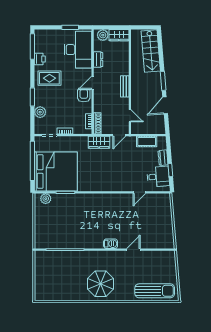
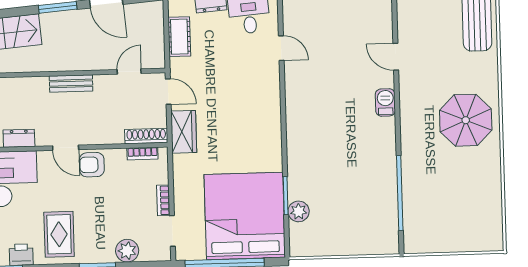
plant: (46, 199) -> (299, 211), moved

